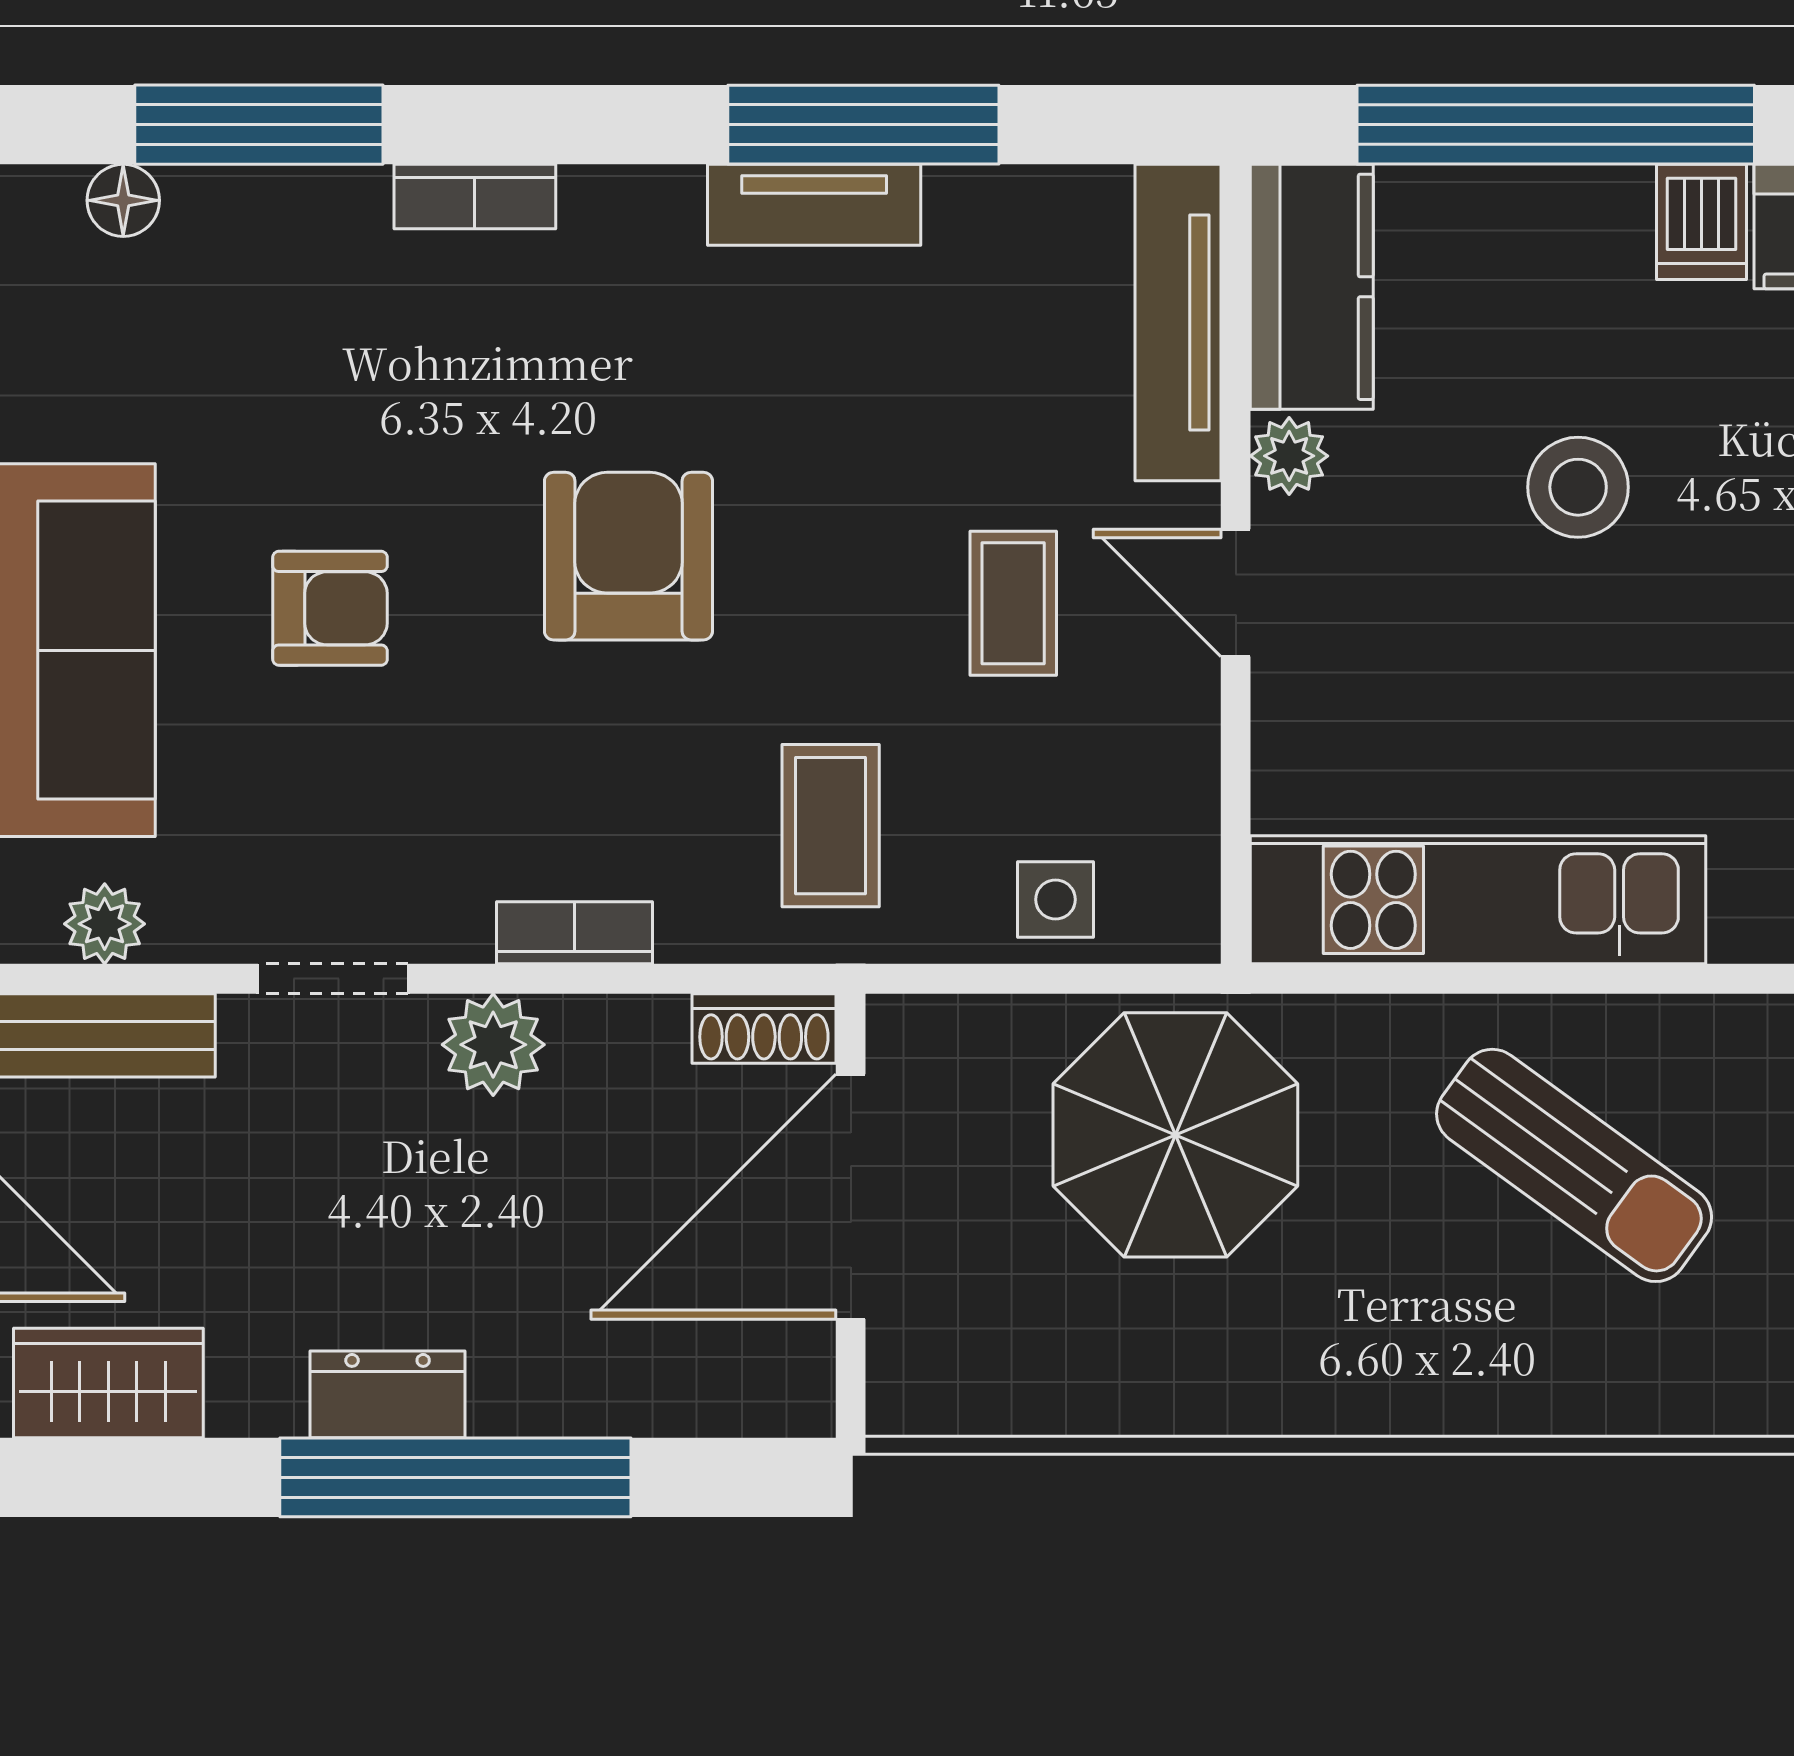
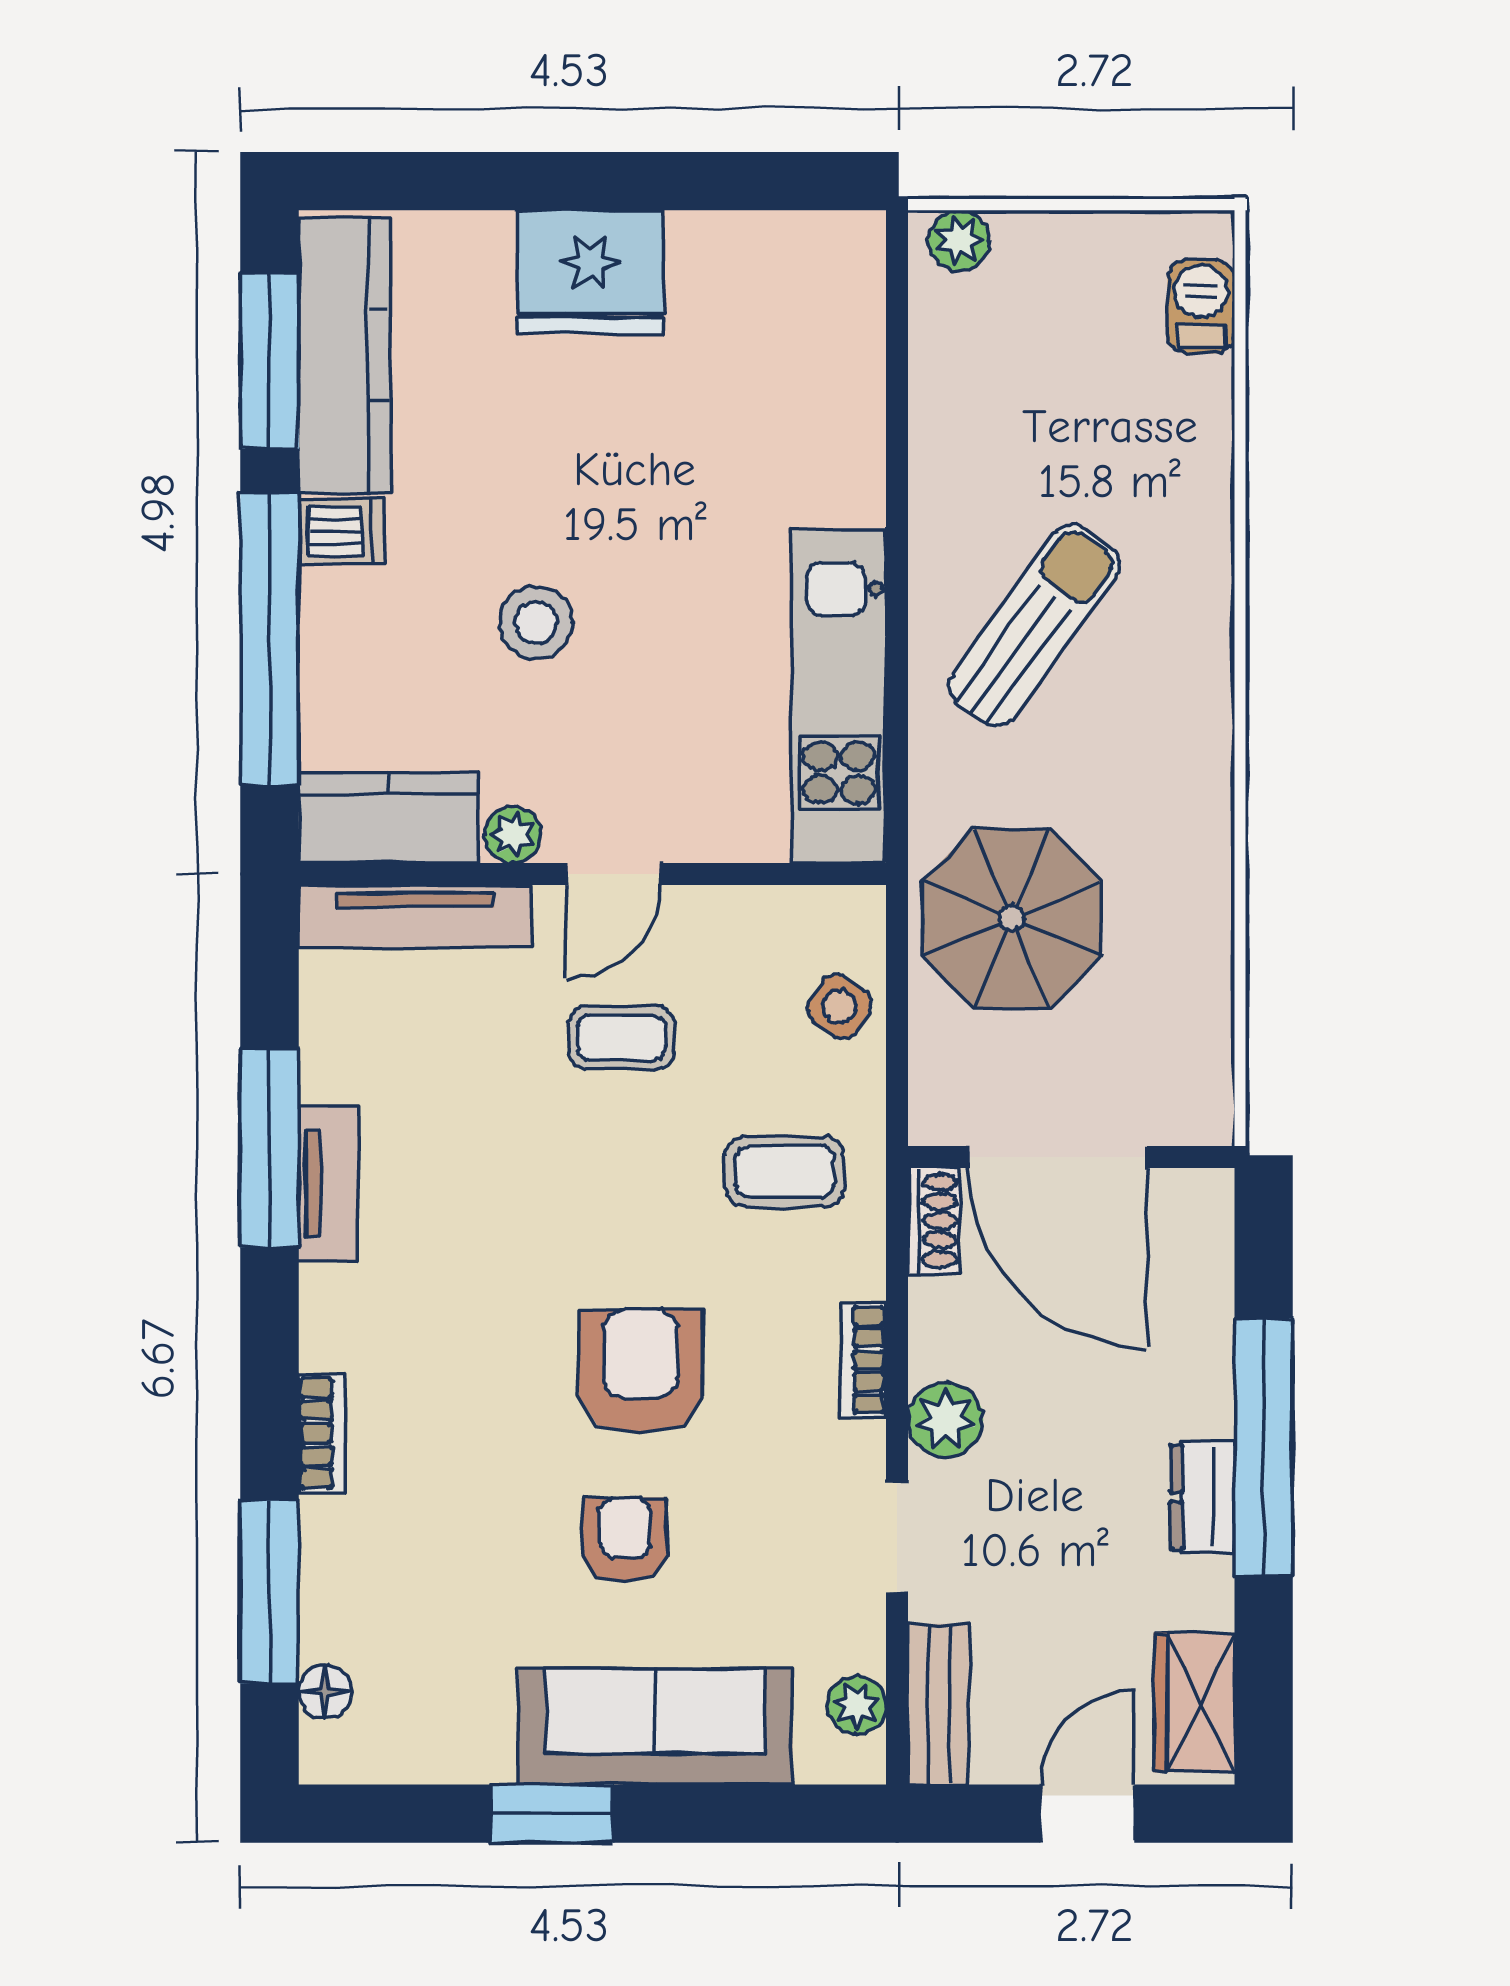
armchair: (628, 556) -> (641, 1371), moved, turned 90
side table: (1056, 900) -> (839, 1006), turned 34

